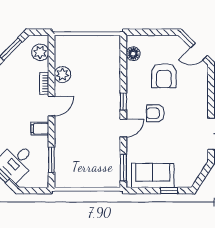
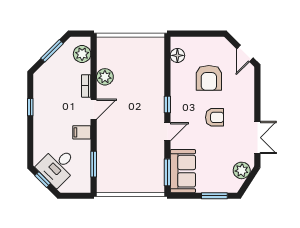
door: (199, 52) -> (245, 53), hinge flipped
armchair: (155, 113) -> (215, 117), moved, turned 180
plant: (196, 166) -> (242, 170), added
sofa: (153, 175) -> (183, 171), moved, turned 90
window: (169, 191) -> (214, 196), width x1.50

